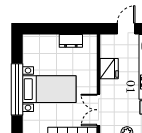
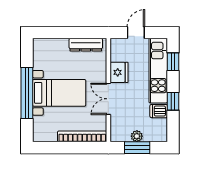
dresser: (71, 41) -> (86, 45), width x1.44
double door: (99, 110) -> (108, 99), moved

